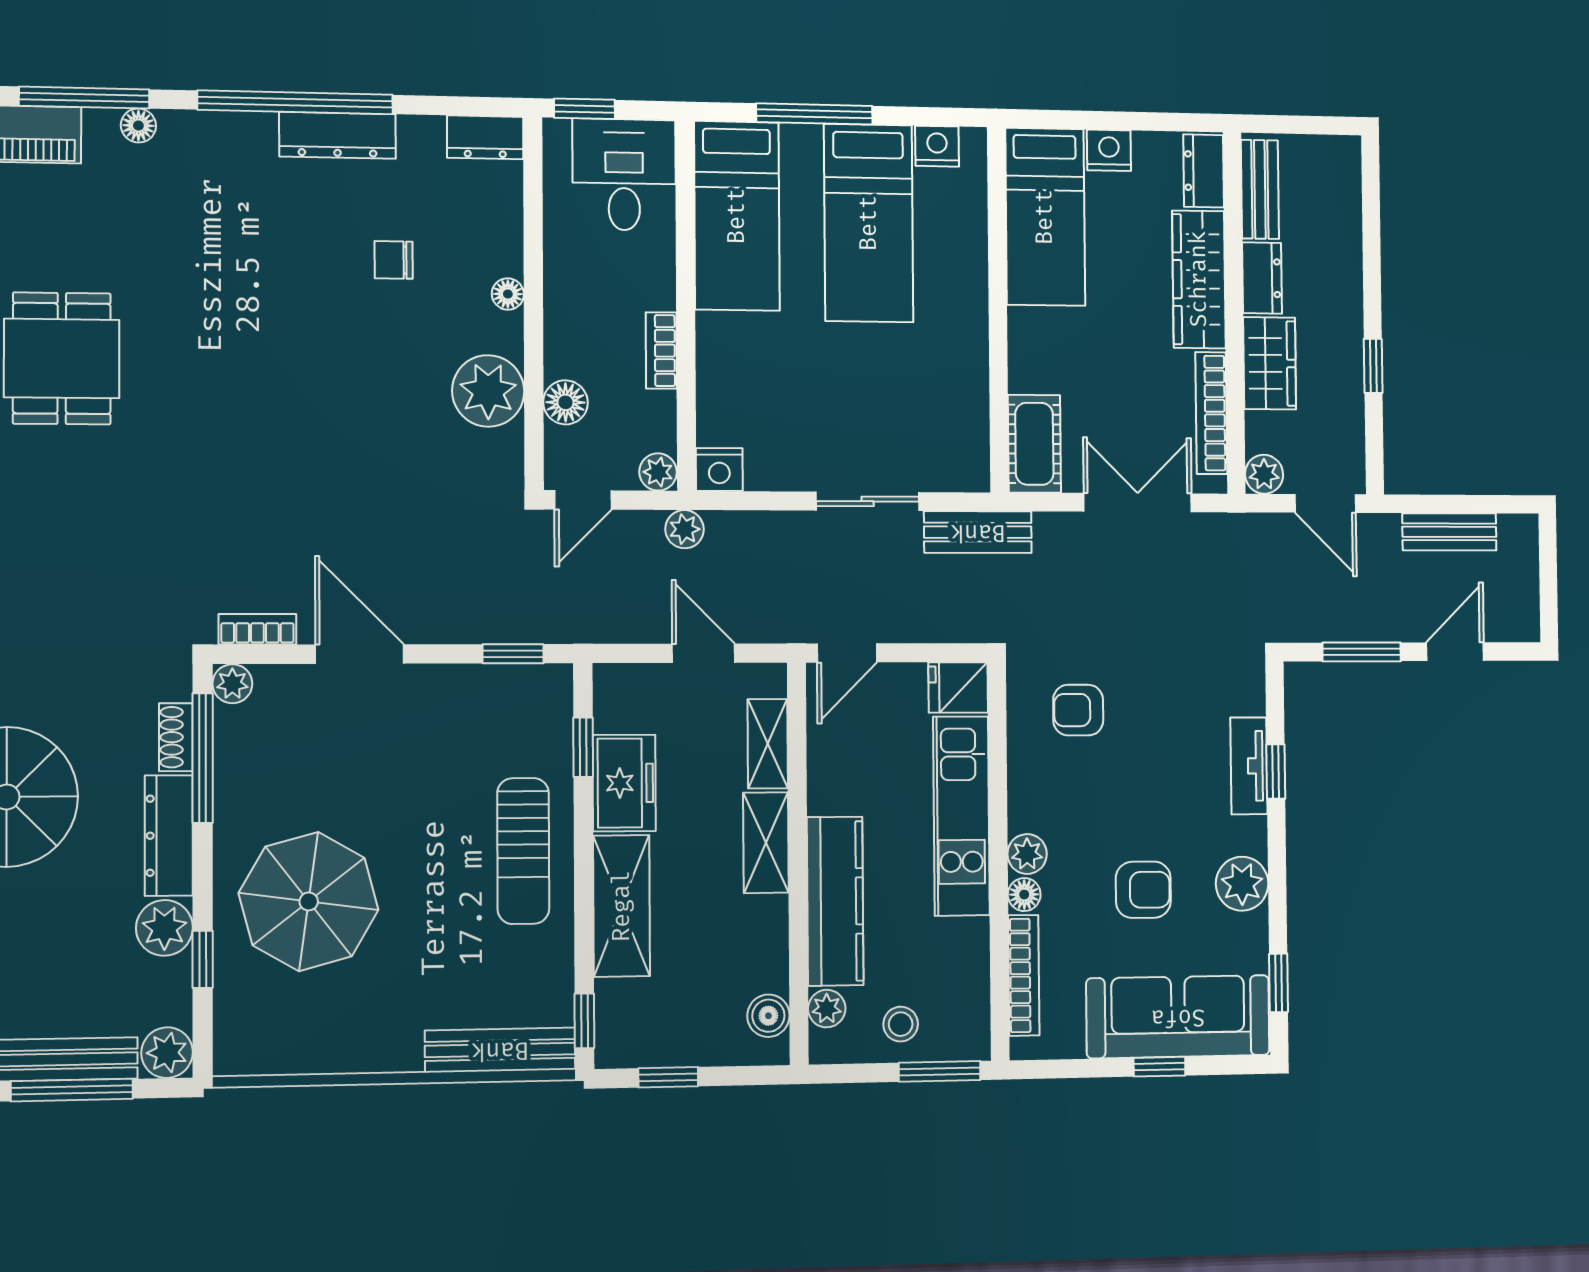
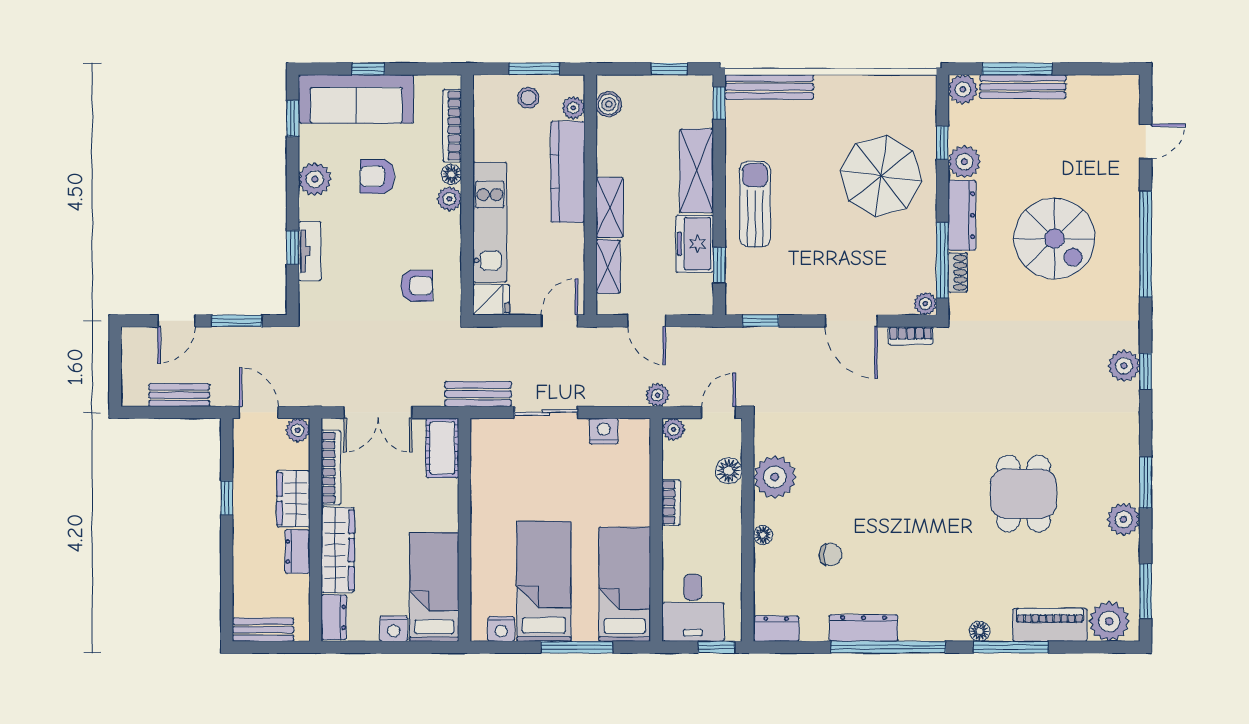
bench: (1260, 189) -> (263, 630), moved, turned 90
nightstand: (719, 469) -> (604, 431), moved
window: (940, 1071) -> (534, 69), moved

